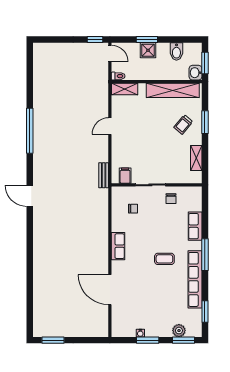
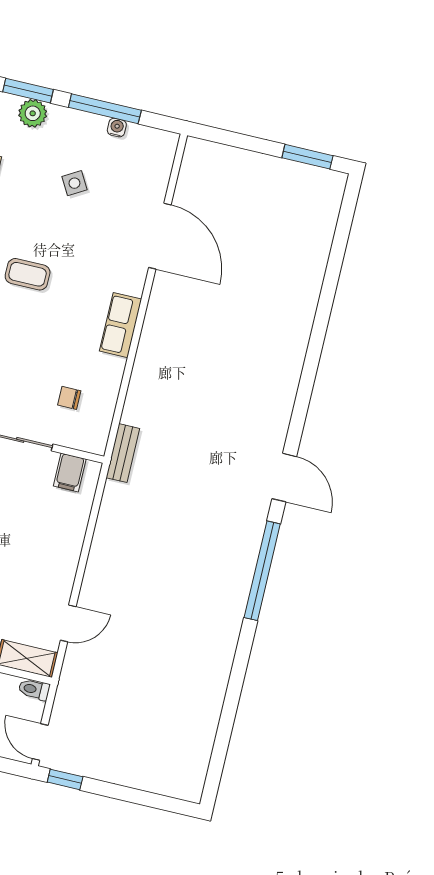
door: (110, 126) -> (68, 623), moved
window: (30, 131) -> (262, 571), moved
bench: (104, 175) -> (123, 453), moved
side table: (153, 304) -> (74, 183), added
window: (148, 340) -> (105, 109), width x1.44

